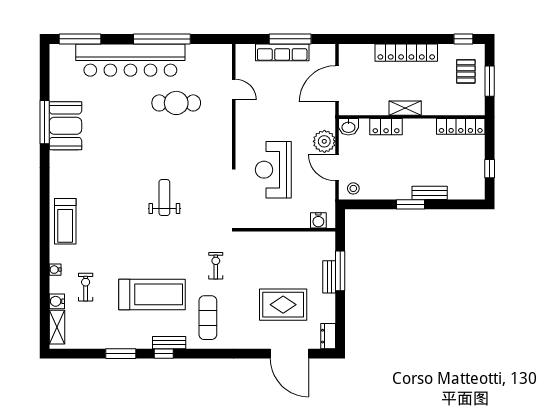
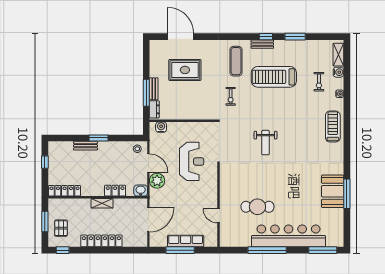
dresser: (328, 336) -> (154, 109), moved

